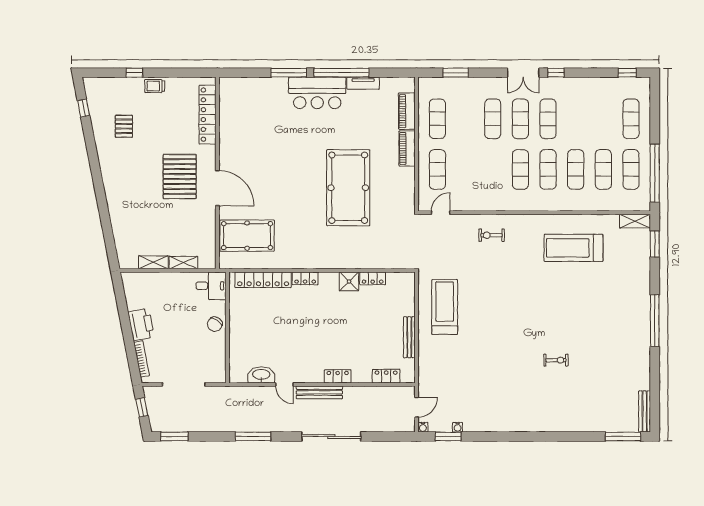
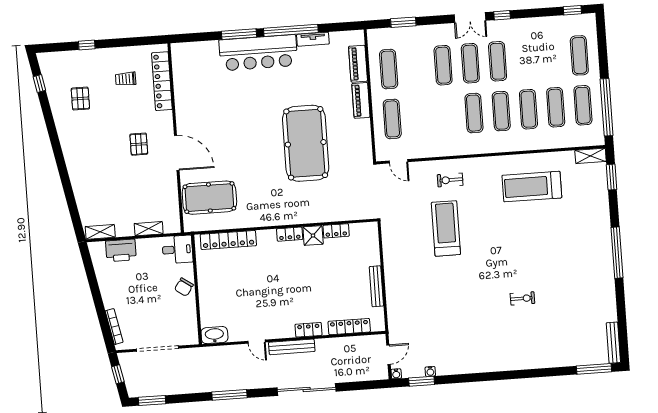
trolley: (155, 86) -> (126, 79), moved
bar counter: (317, 93) -> (258, 53), width x1.36
pallet: (180, 177) -> (139, 144), width x0.49, depth x0.50
door: (441, 213) -> (399, 161), swing flipped
shelving: (153, 262) -> (100, 232), moved
locker: (305, 278) -> (290, 234), moved
treadmill: (445, 307) -> (446, 228), moved
printer: (141, 324) -> (121, 250), moved, turned 101
washbasin: (261, 375) -> (214, 335), moved
locker: (386, 376) -> (349, 327), width x1.53

